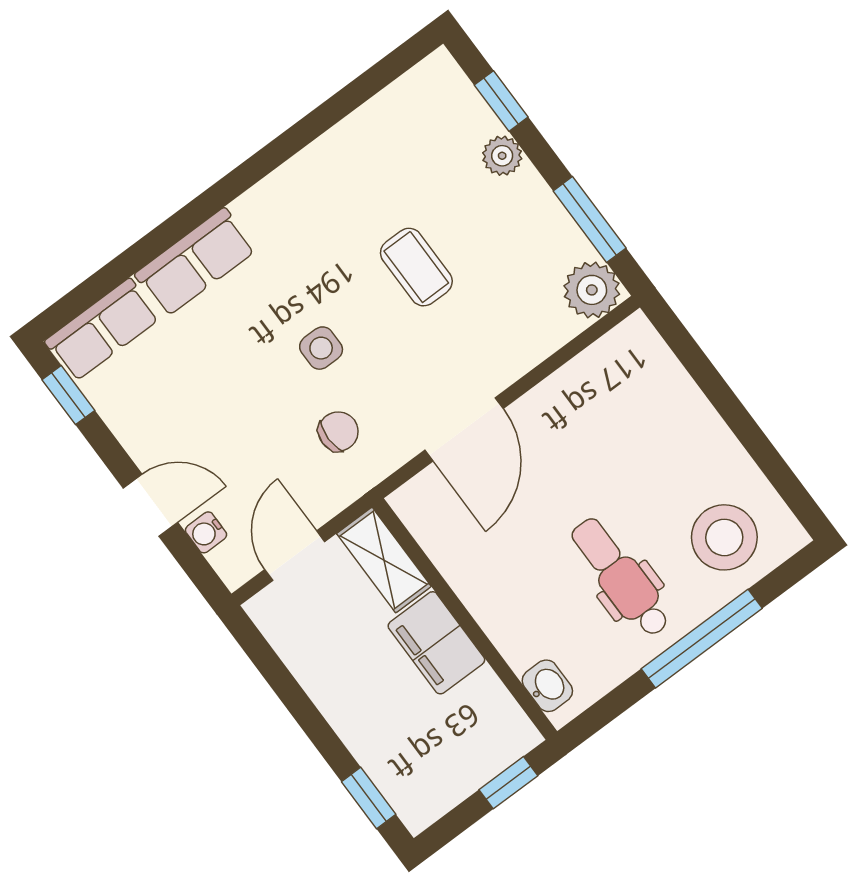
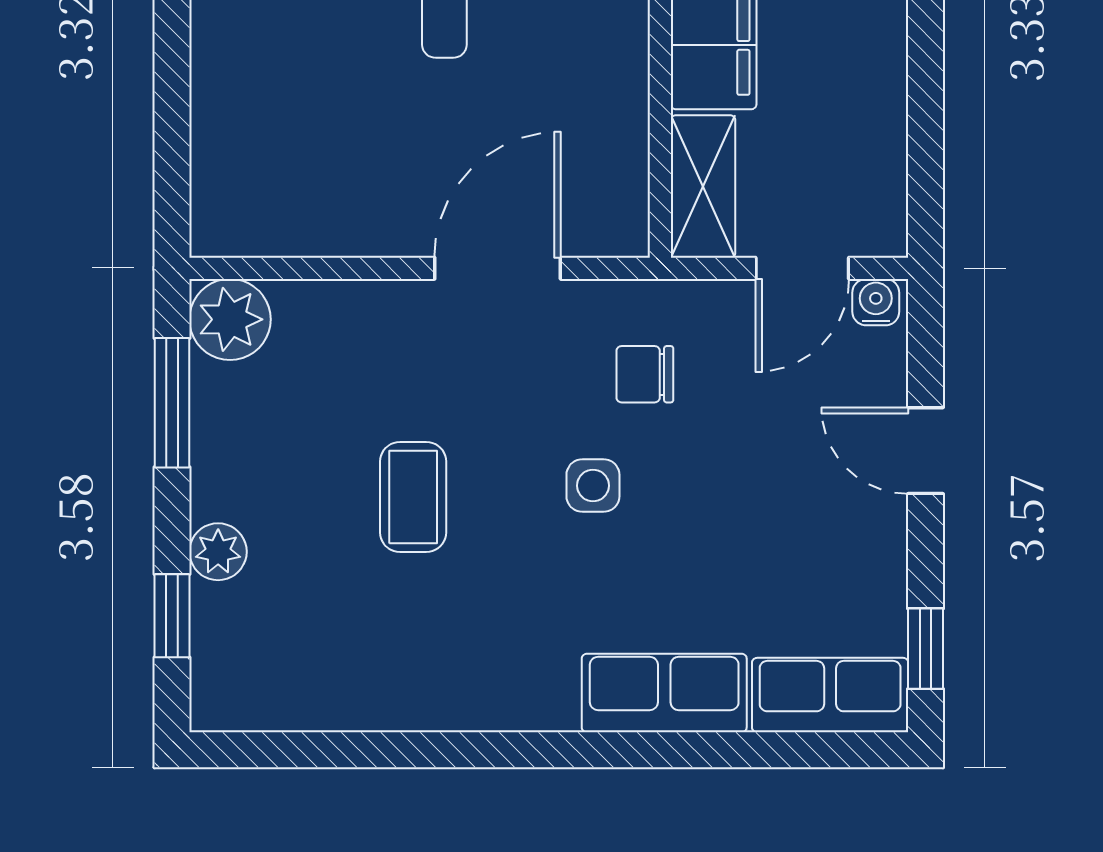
water cooler: (206, 532) -> (876, 302), moved, turned -90

